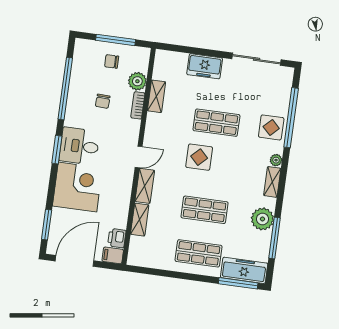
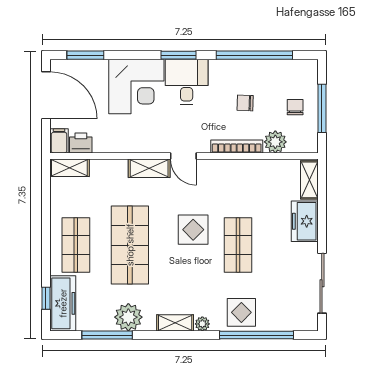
shelving: (156, 96) -> (309, 180), moved, turned 90
bookcase: (138, 105) -> (237, 146), width x1.56
shop shelf: (204, 210) -> (130, 245), width x1.43, depth x1.36
shelving: (140, 220) -> (69, 168), moved
window: (238, 283) -> (46, 298), width x0.46

